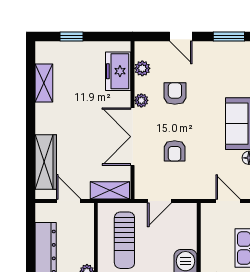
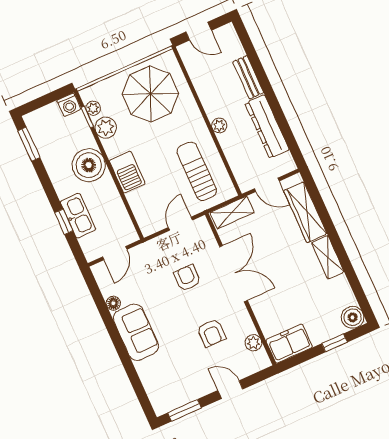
boiler: (46, 52) -> (353, 317), added
freezer: (118, 71) -> (289, 344), moved, turned -90
shelving: (44, 83) -> (328, 257), moved
plant: (141, 100) -> (241, 312), removed
door: (228, 201) -> (115, 253), hinge flipped

